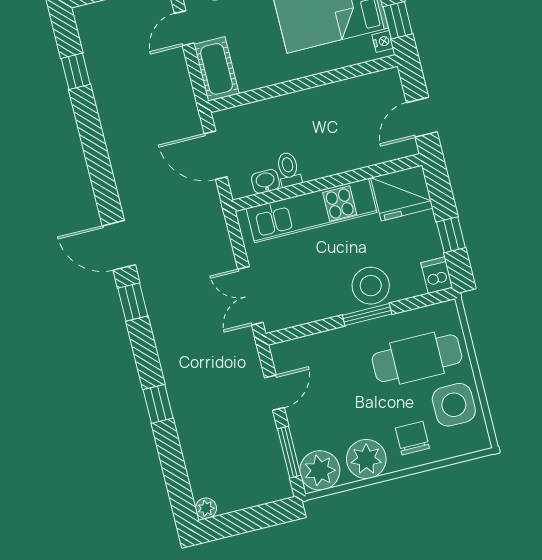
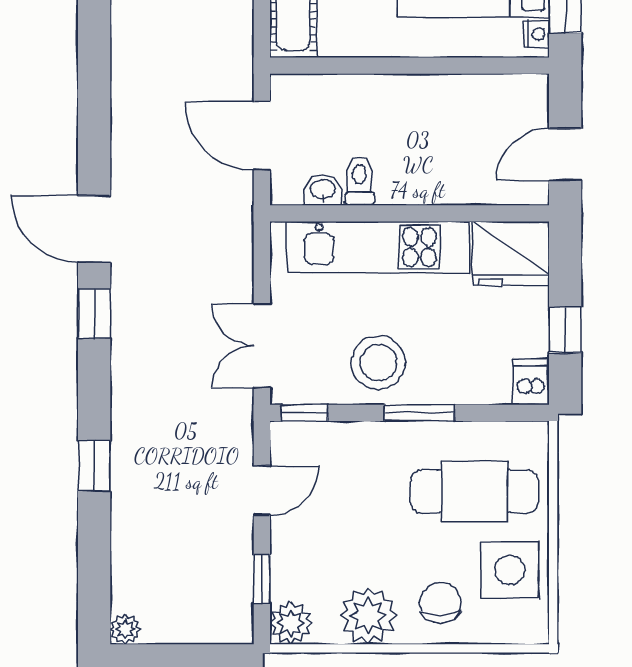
stool: (371, 286) -> (378, 363), moved
window: (290, 334) -> (304, 413), added
window: (289, 452) -> (262, 579), width x0.67
plant: (320, 470) -> (291, 623), width x0.73, depth x0.73

